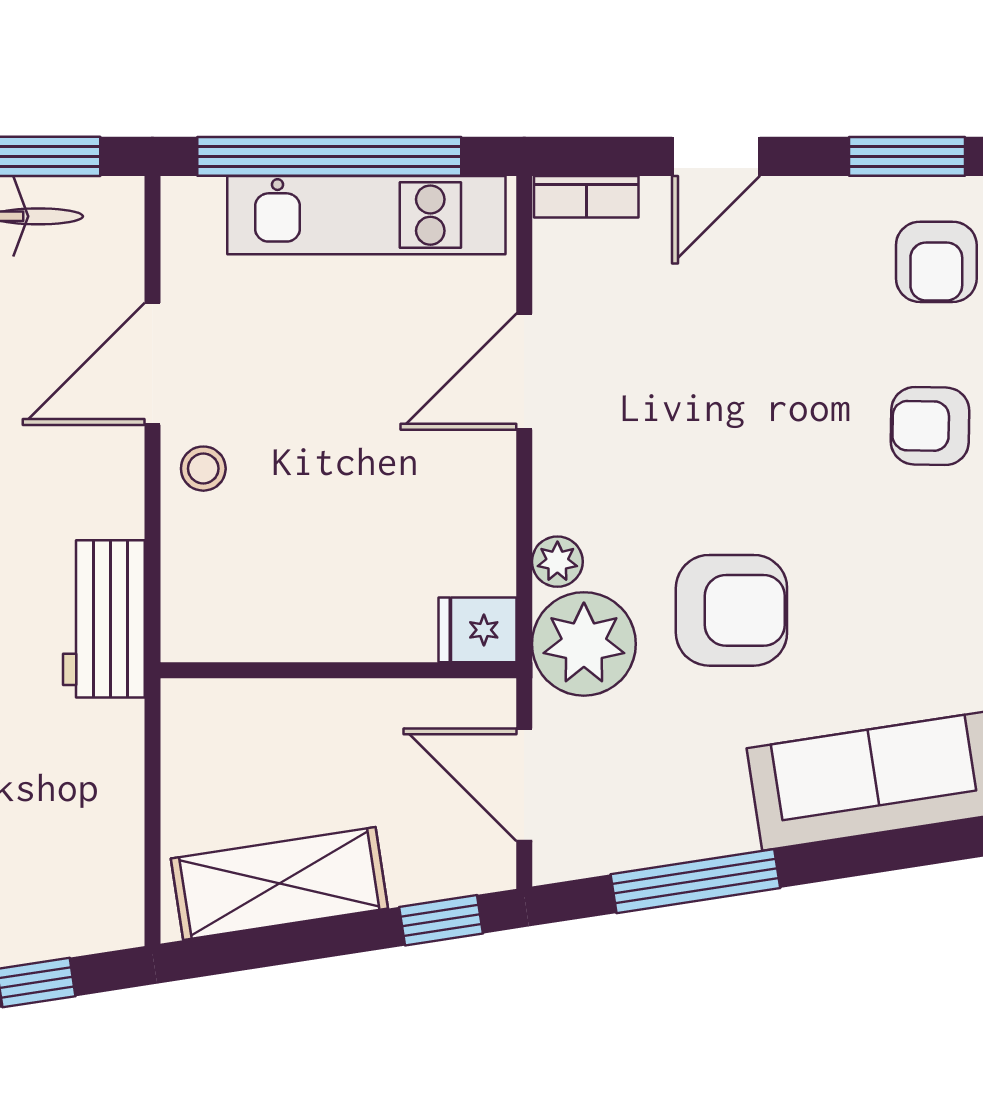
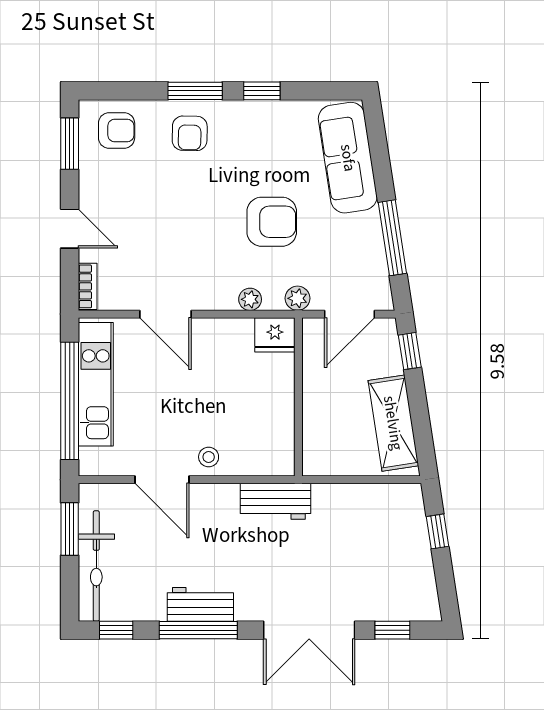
armchair: (731, 610) -> (272, 222), turned 90
fridge: (478, 630) -> (275, 335), width x1.38
plant: (584, 644) -> (297, 298), width x0.53, depth x0.53

